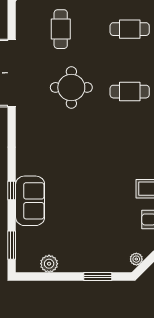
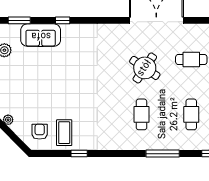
round table: (71, 87) -> (145, 68), turned 34
sofa: (30, 201) -> (41, 35), moved

